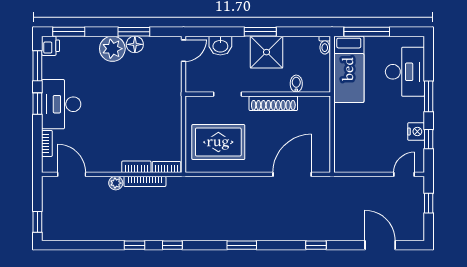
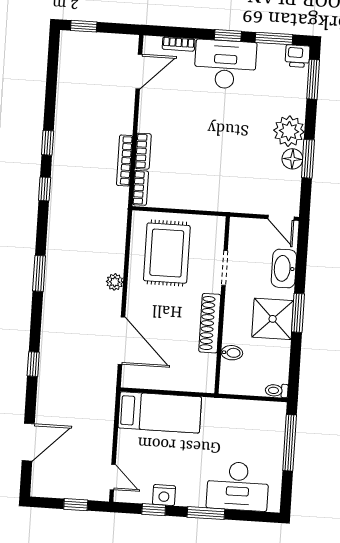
washbasin: (220, 46) -> (284, 268), width x1.38
bed: (349, 69) -> (160, 412), moved, turned 180
plant: (116, 183) -> (115, 282), moved

